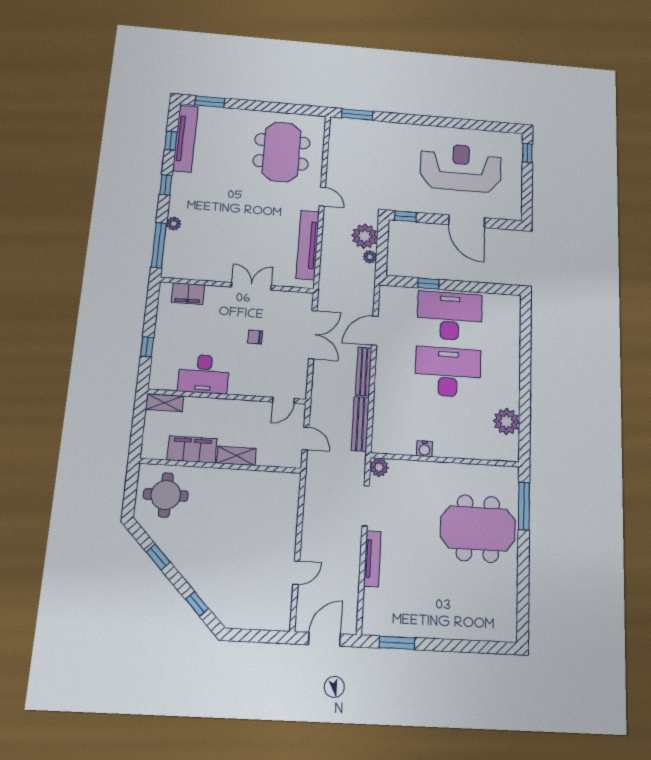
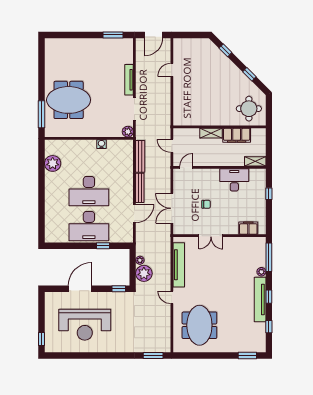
tv unit: (185, 139) -> (260, 299), moved
door: (467, 221) -> (80, 289), hinge flipped

